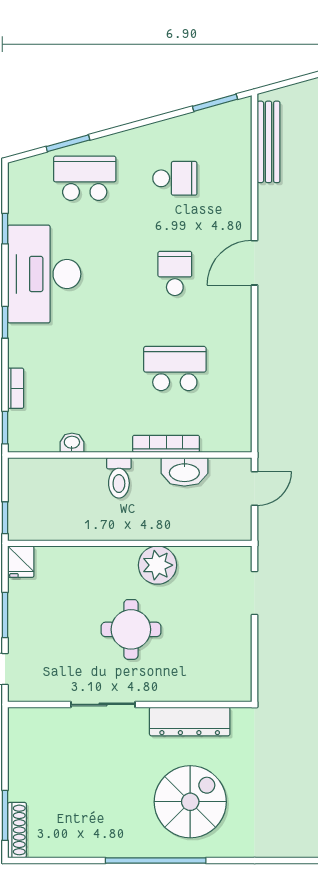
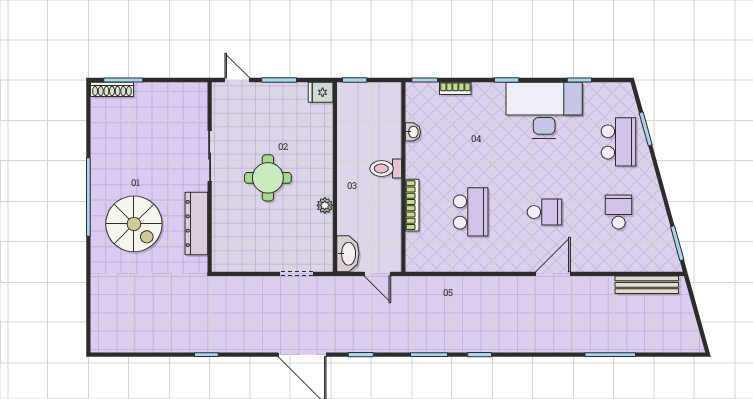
school desk: (175, 178) -> (618, 212), turned 180
door: (255, 263) -> (553, 274), hinge flipped
washbasin: (184, 472) -> (348, 254), moved, turned 180
plant: (157, 565) -> (325, 205), width x0.53, depth x0.53

